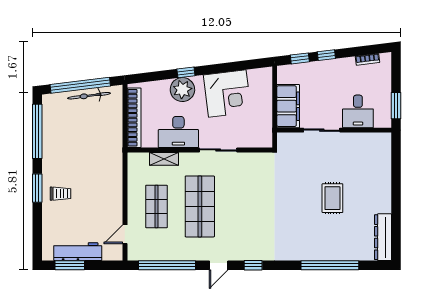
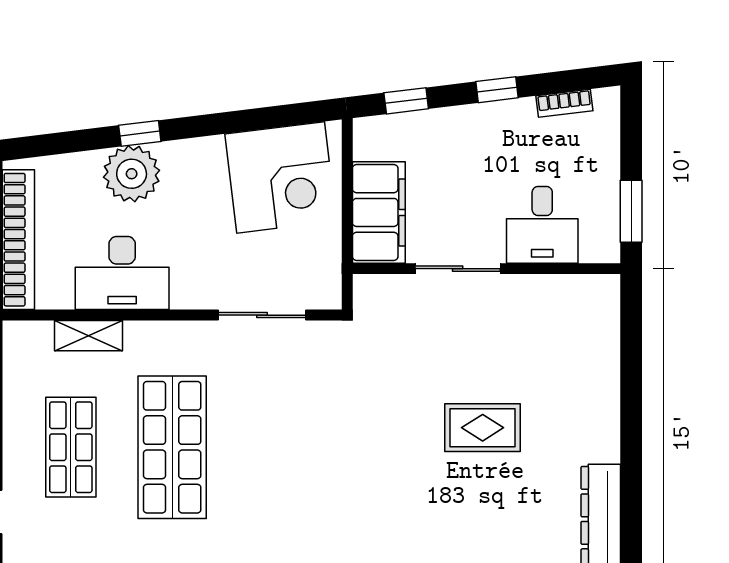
window: (326, 55) -> (497, 90), moved
corner desk: (227, 93) -> (281, 177), moved
sliding door: (218, 150) -> (262, 315), moved
rug: (332, 198) -> (483, 428), turned 90

